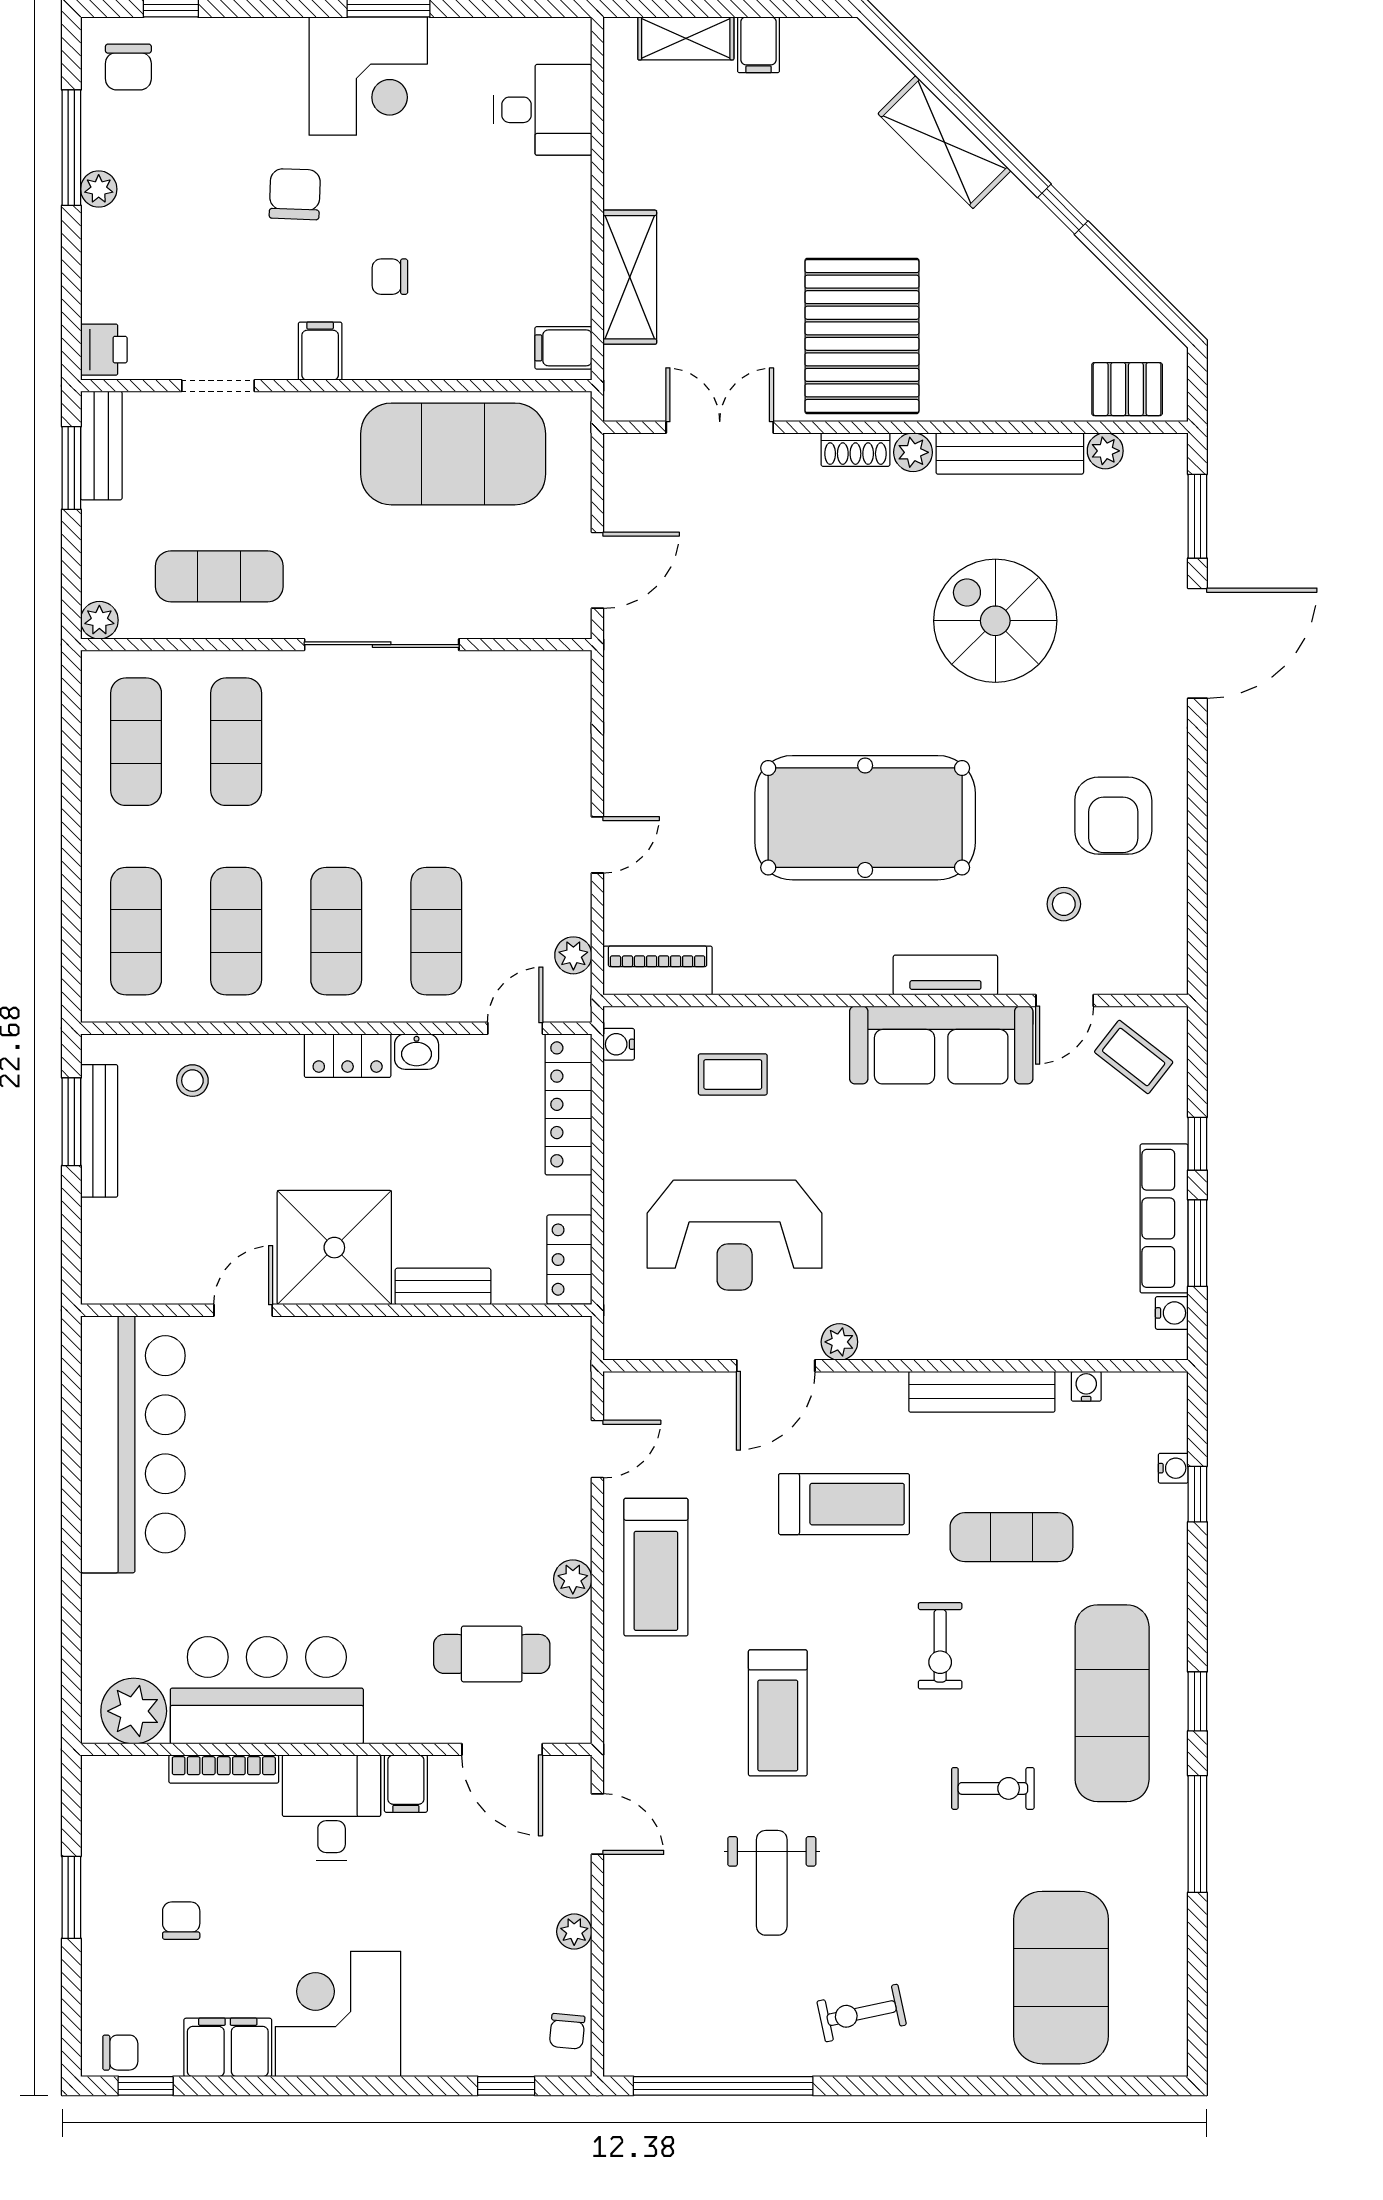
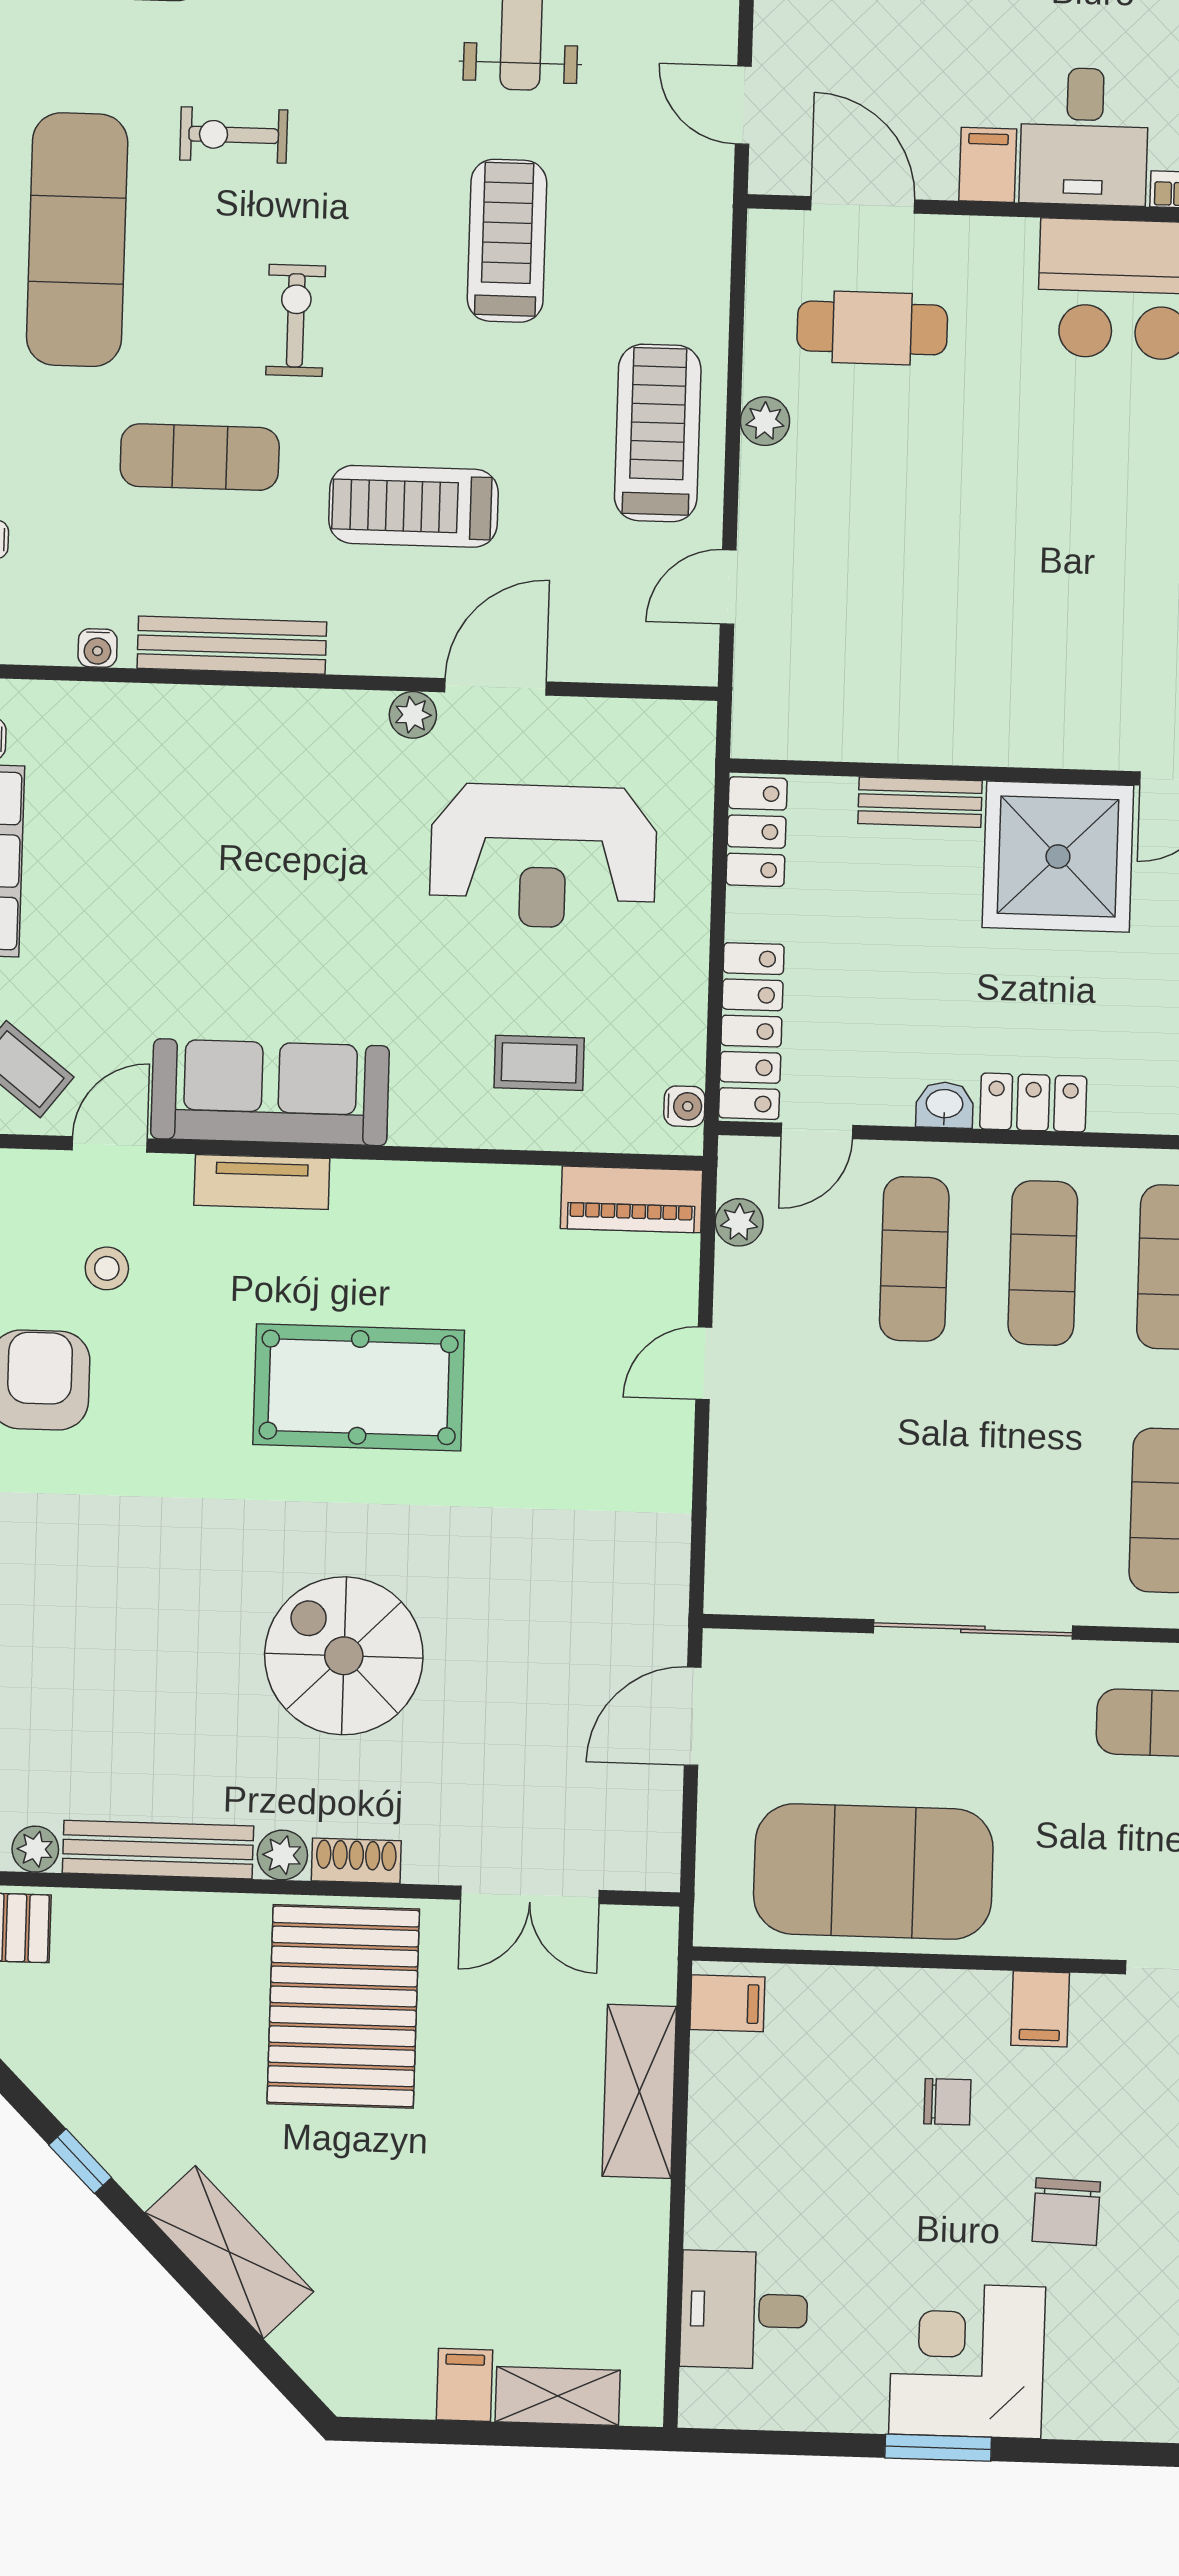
spiral stairs: (995, 621) -> (344, 1656), moved, turned 180
pool table: (865, 818) -> (359, 1387), width x0.73, depth x0.76
reception desk: (735, 1235) -> (543, 856), turned 180

